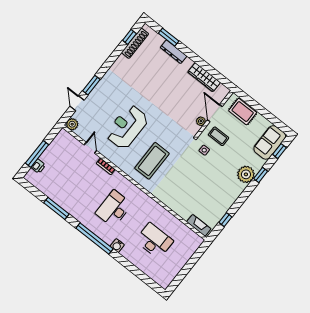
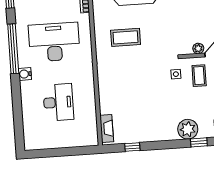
coffee table: (152, 161) -> (126, 37), width x0.73, depth x0.76
desk: (114, 209) -> (54, 42), width x1.36, depth x1.30

